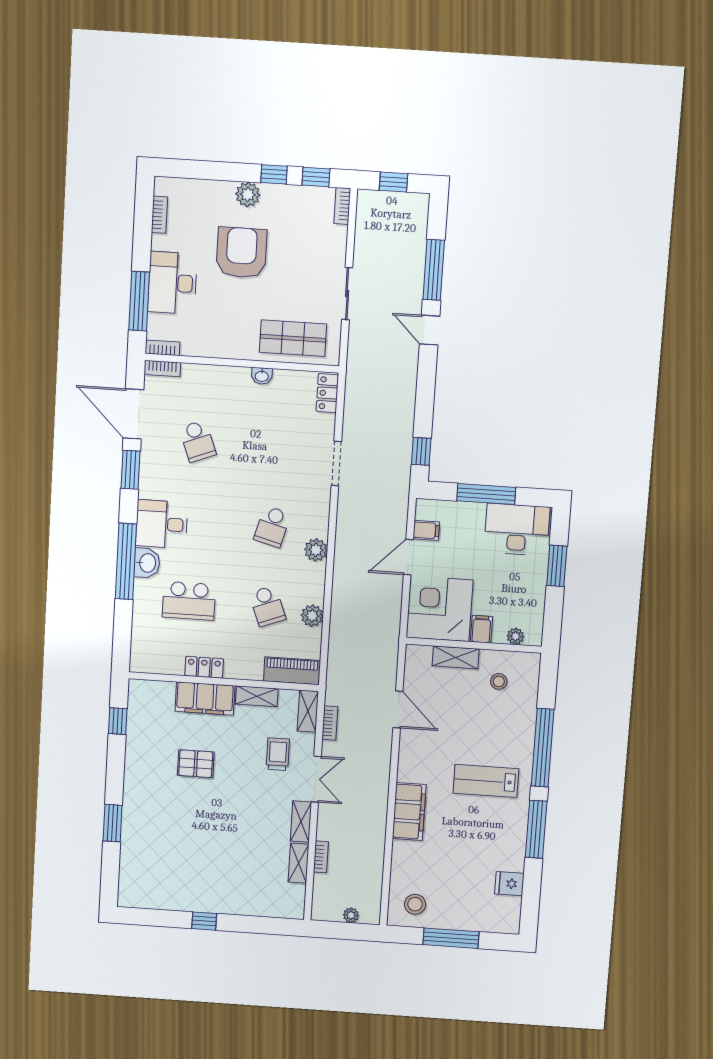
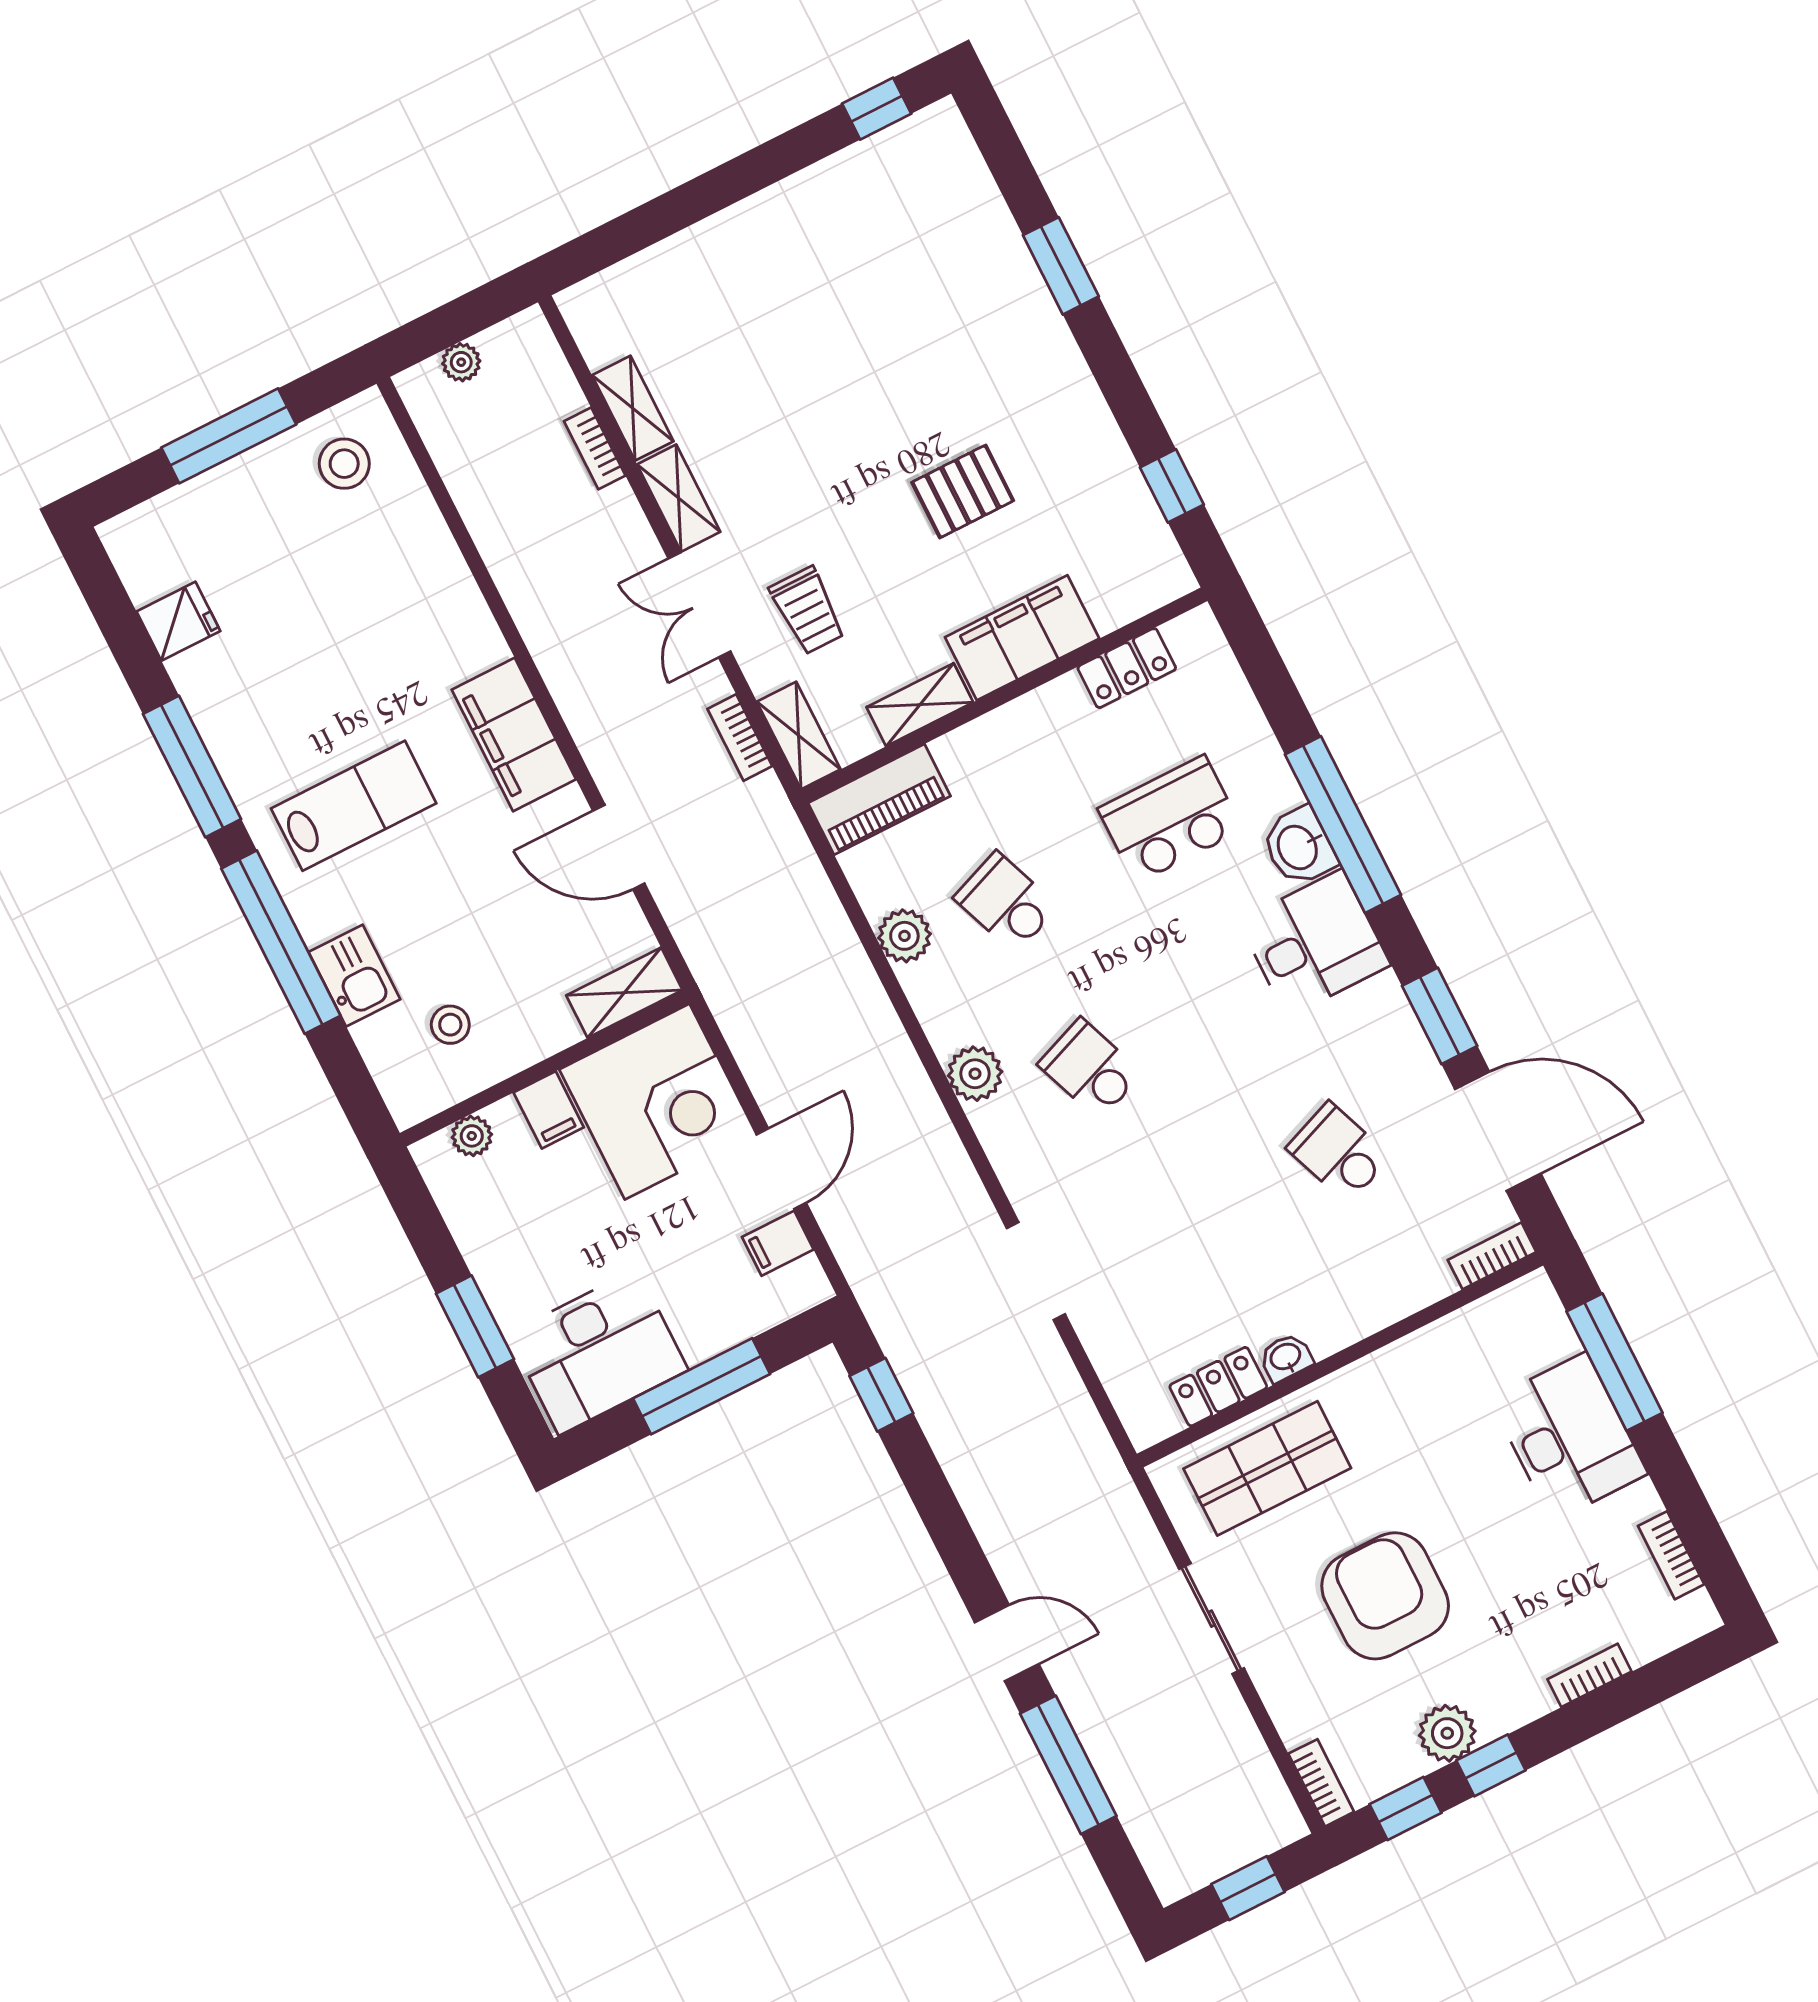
plant: (248, 194) -> (1447, 1733), moved
armchair: (242, 253) -> (1385, 1596), moved, turned 180
bookcase: (163, 348) -> (1589, 1675), moved, turned 180
locker: (327, 393) -> (1218, 1387), moved, turned -90
school desk: (272, 527) -> (1090, 1069), turned -36
shelving: (456, 657) -> (624, 993), moved
locker: (204, 667) -> (1127, 668), moved
kitchen sink: (523, 720) -> (354, 976), added
filing cabinet: (409, 812) -> (514, 735), moved
window: (204, 921) -> (877, 109), moved

